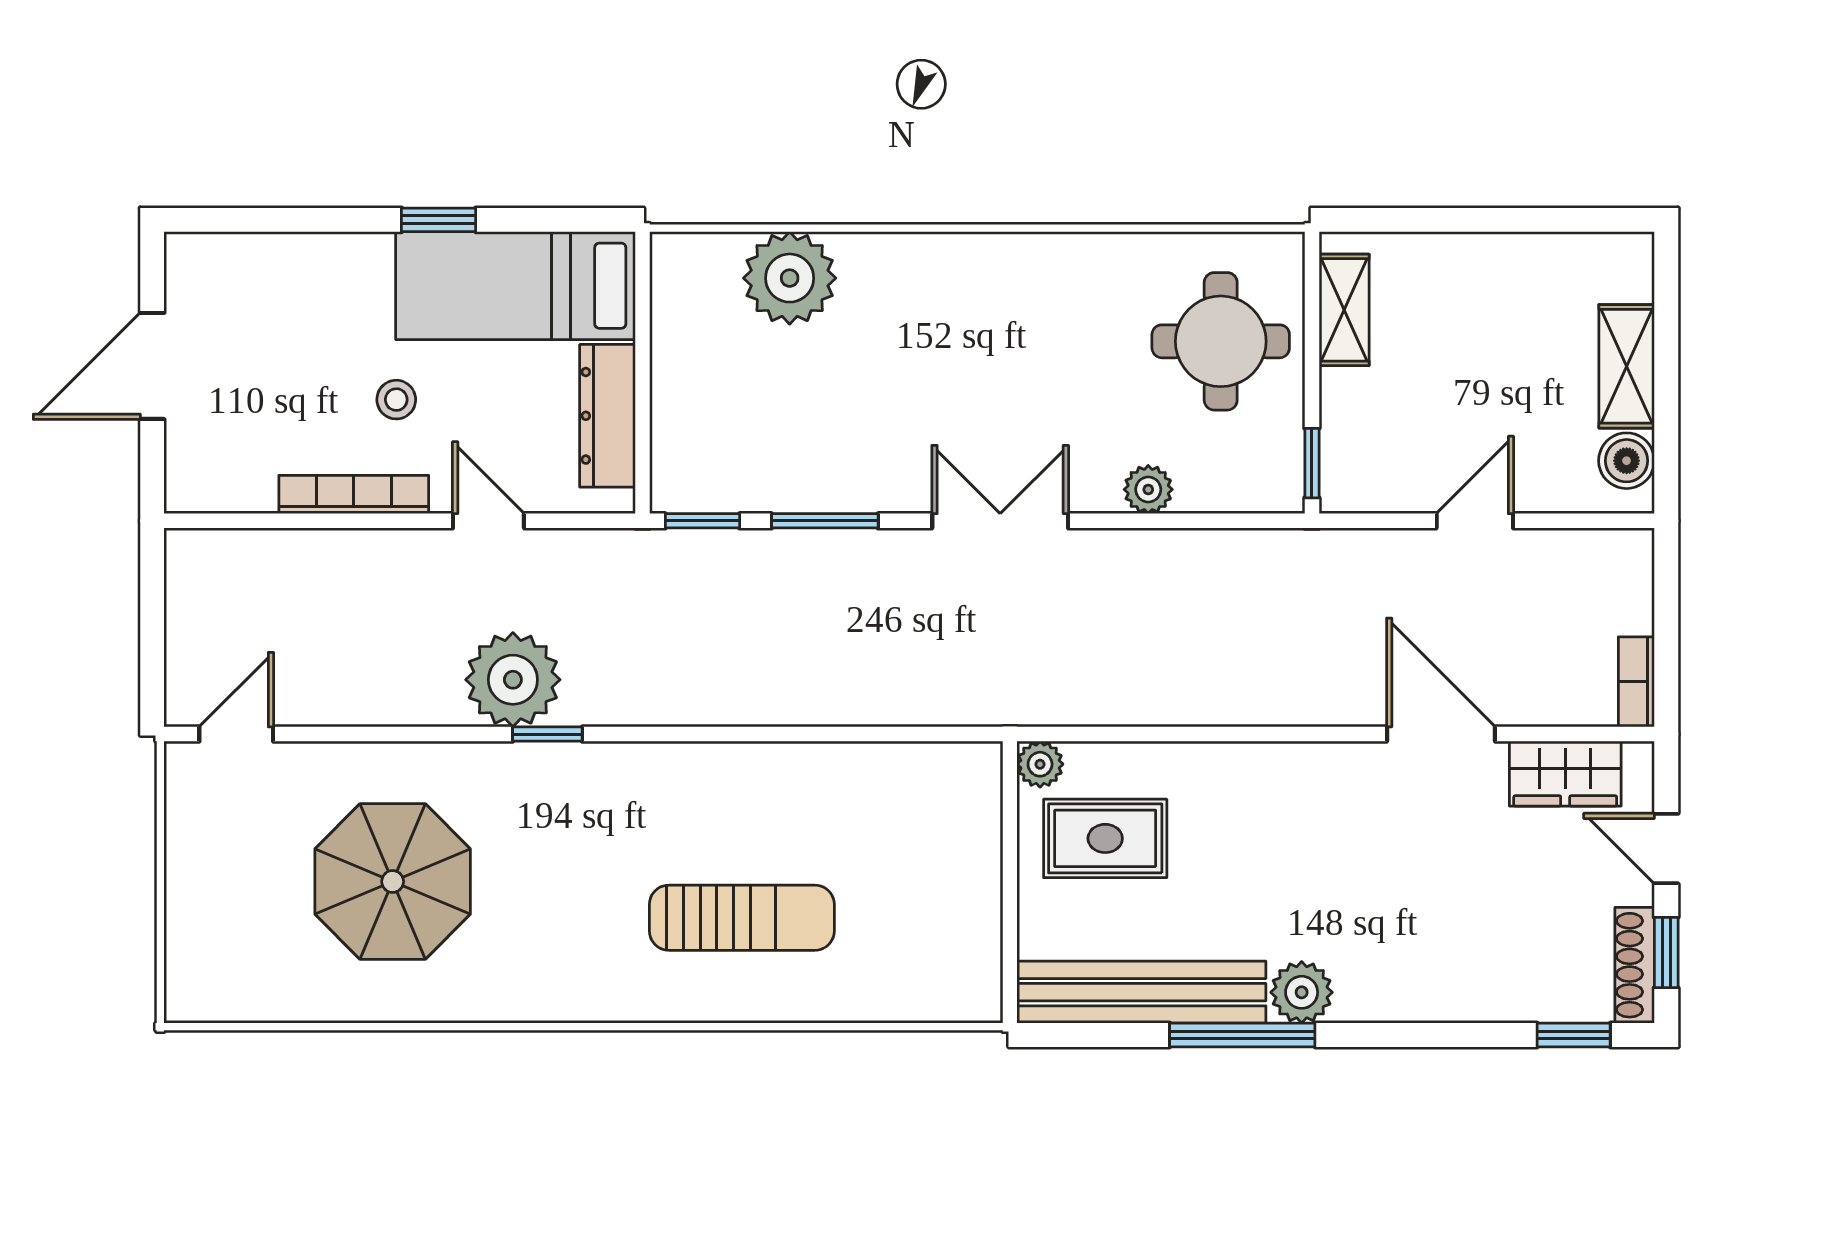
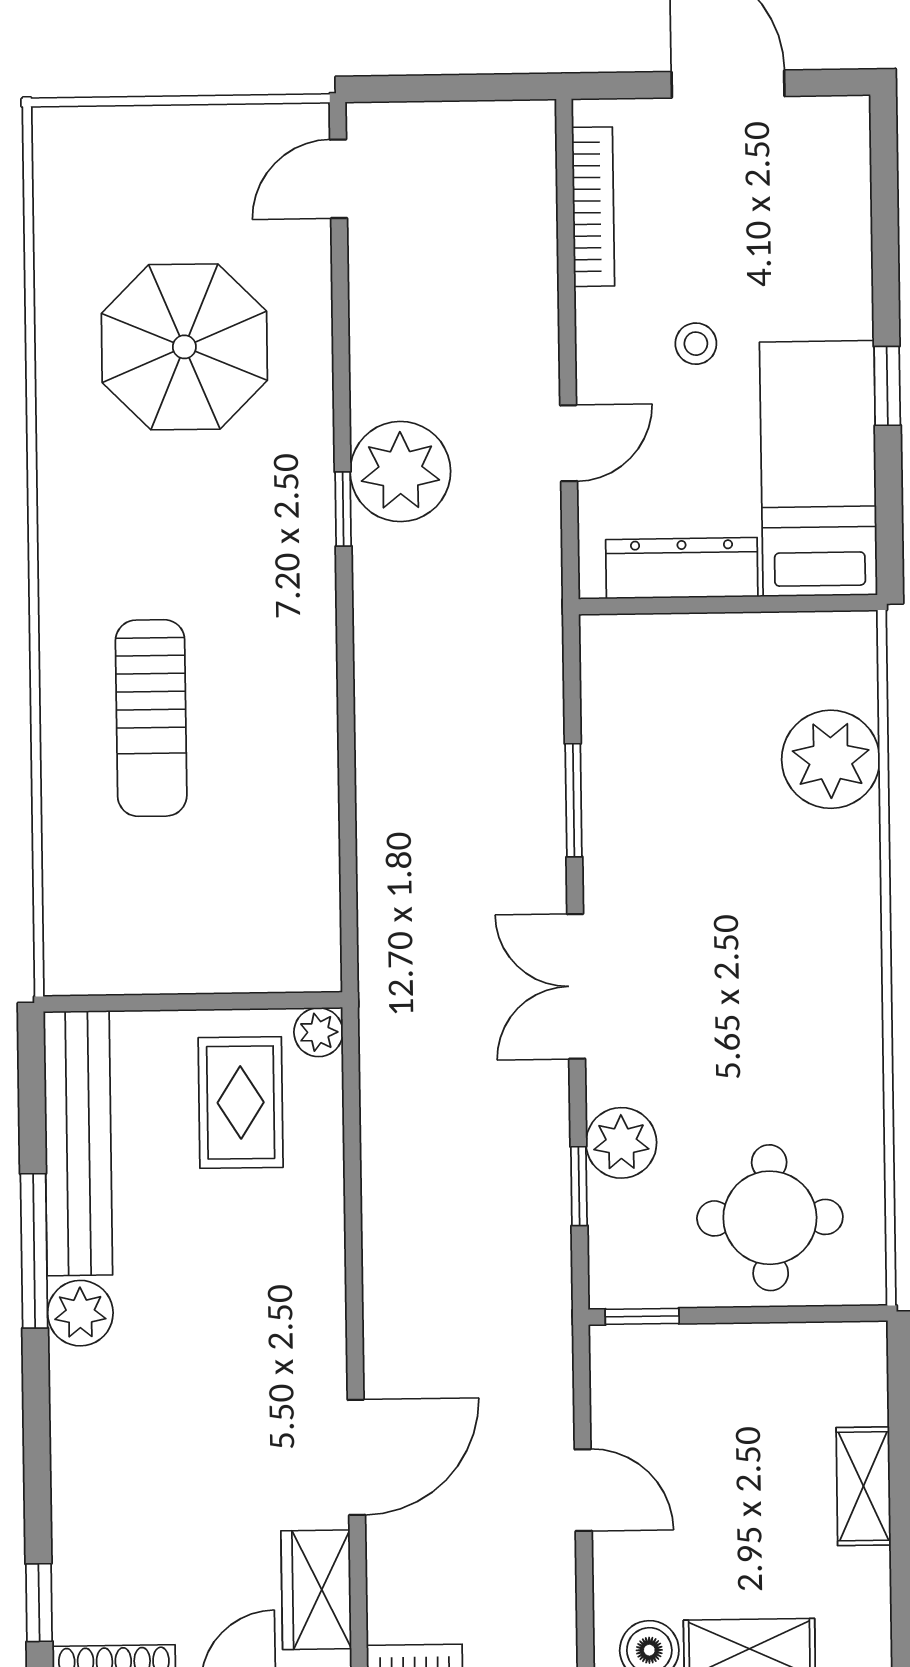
shelving: (1344, 310) -> (863, 1486), moved, turned 90
plant: (1148, 489) -> (621, 1143), width x1.38, depth x1.38
bookcase: (354, 495) -> (593, 207), moved
window: (702, 521) -> (579, 1186), moved
double door: (1000, 521) -> (576, 986), swing flipped
door: (236, 734) -> (339, 179), swing flipped

